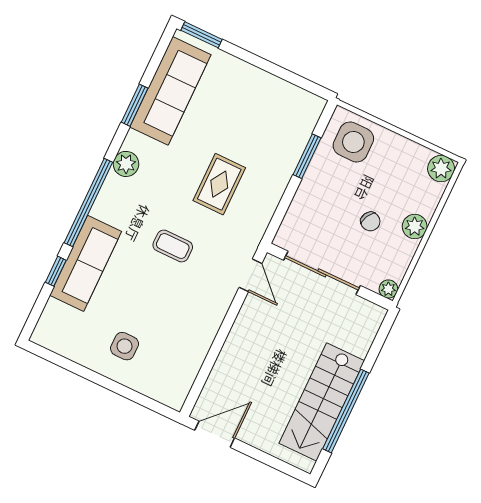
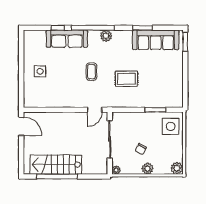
plant: (126, 164) -> (106, 36), moved

